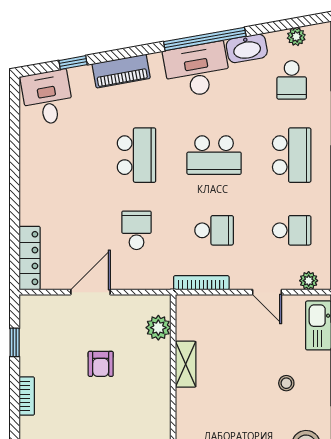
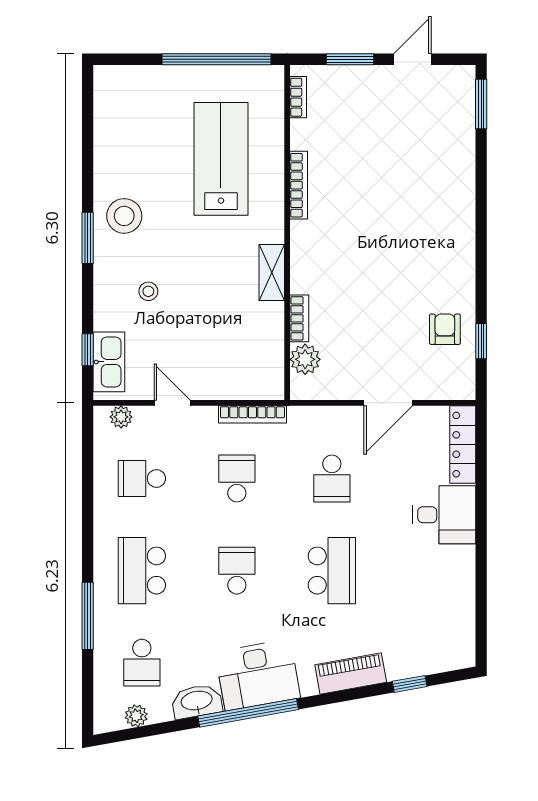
school desk: (292, 80) -> (142, 663), turned 180
desk: (47, 98) -> (444, 515), moved, turned -80
school desk: (137, 155) -> (332, 571), turned 180
school desk: (214, 155) -> (237, 571), width x0.54
school desk: (214, 230) -> (237, 479), turned 90
armchair: (101, 364) -> (445, 329), moved
shelving: (186, 364) -> (272, 273), moved
bookcase: (27, 396) -> (299, 318), moved, turned 180

